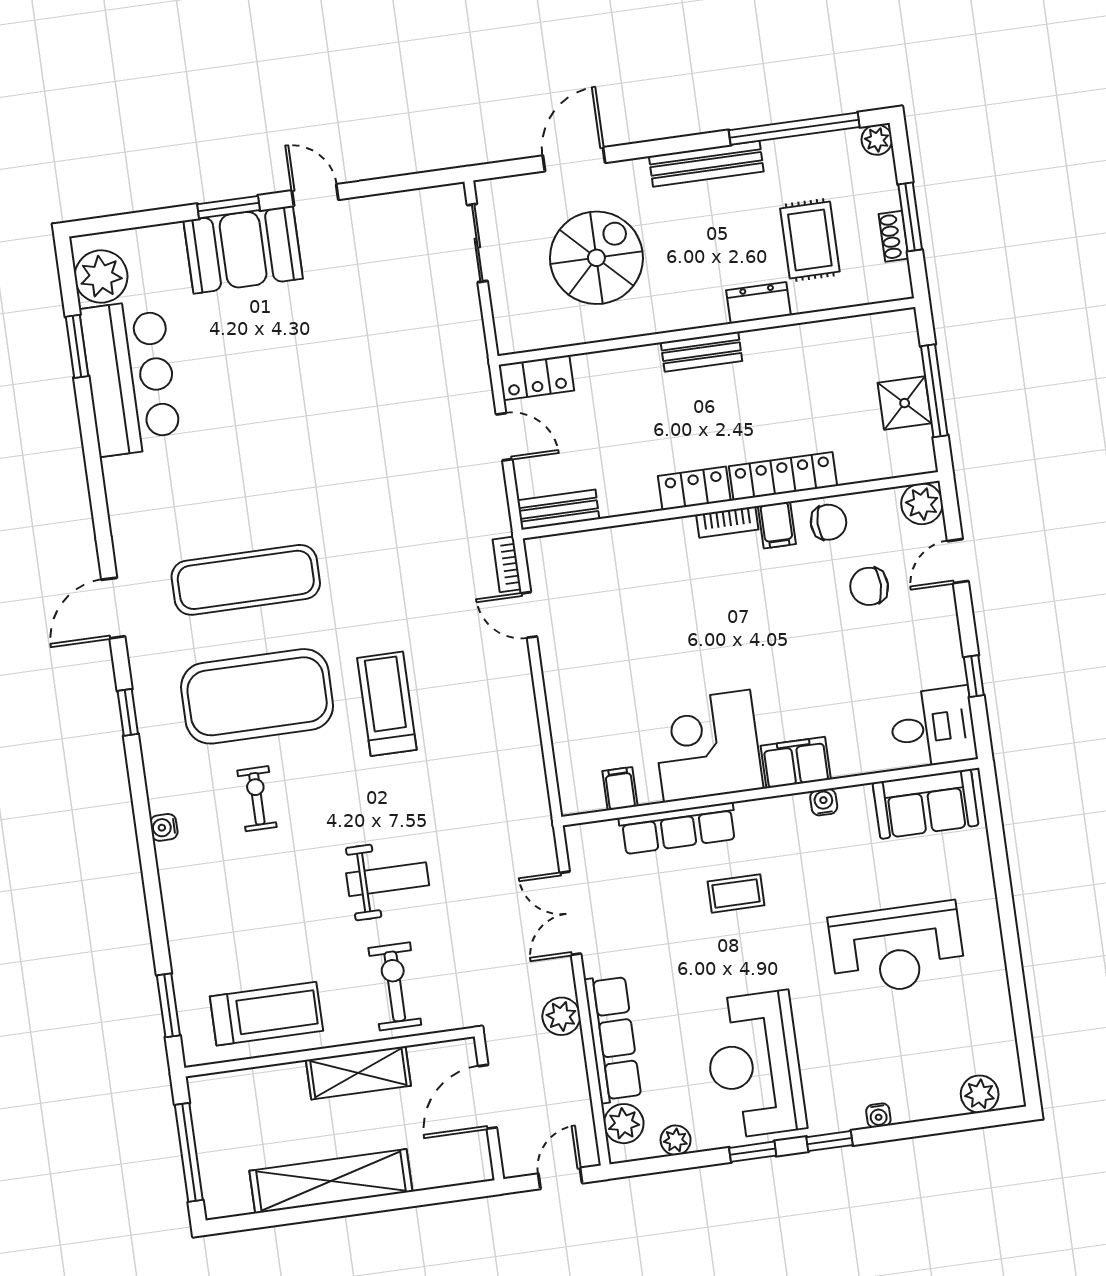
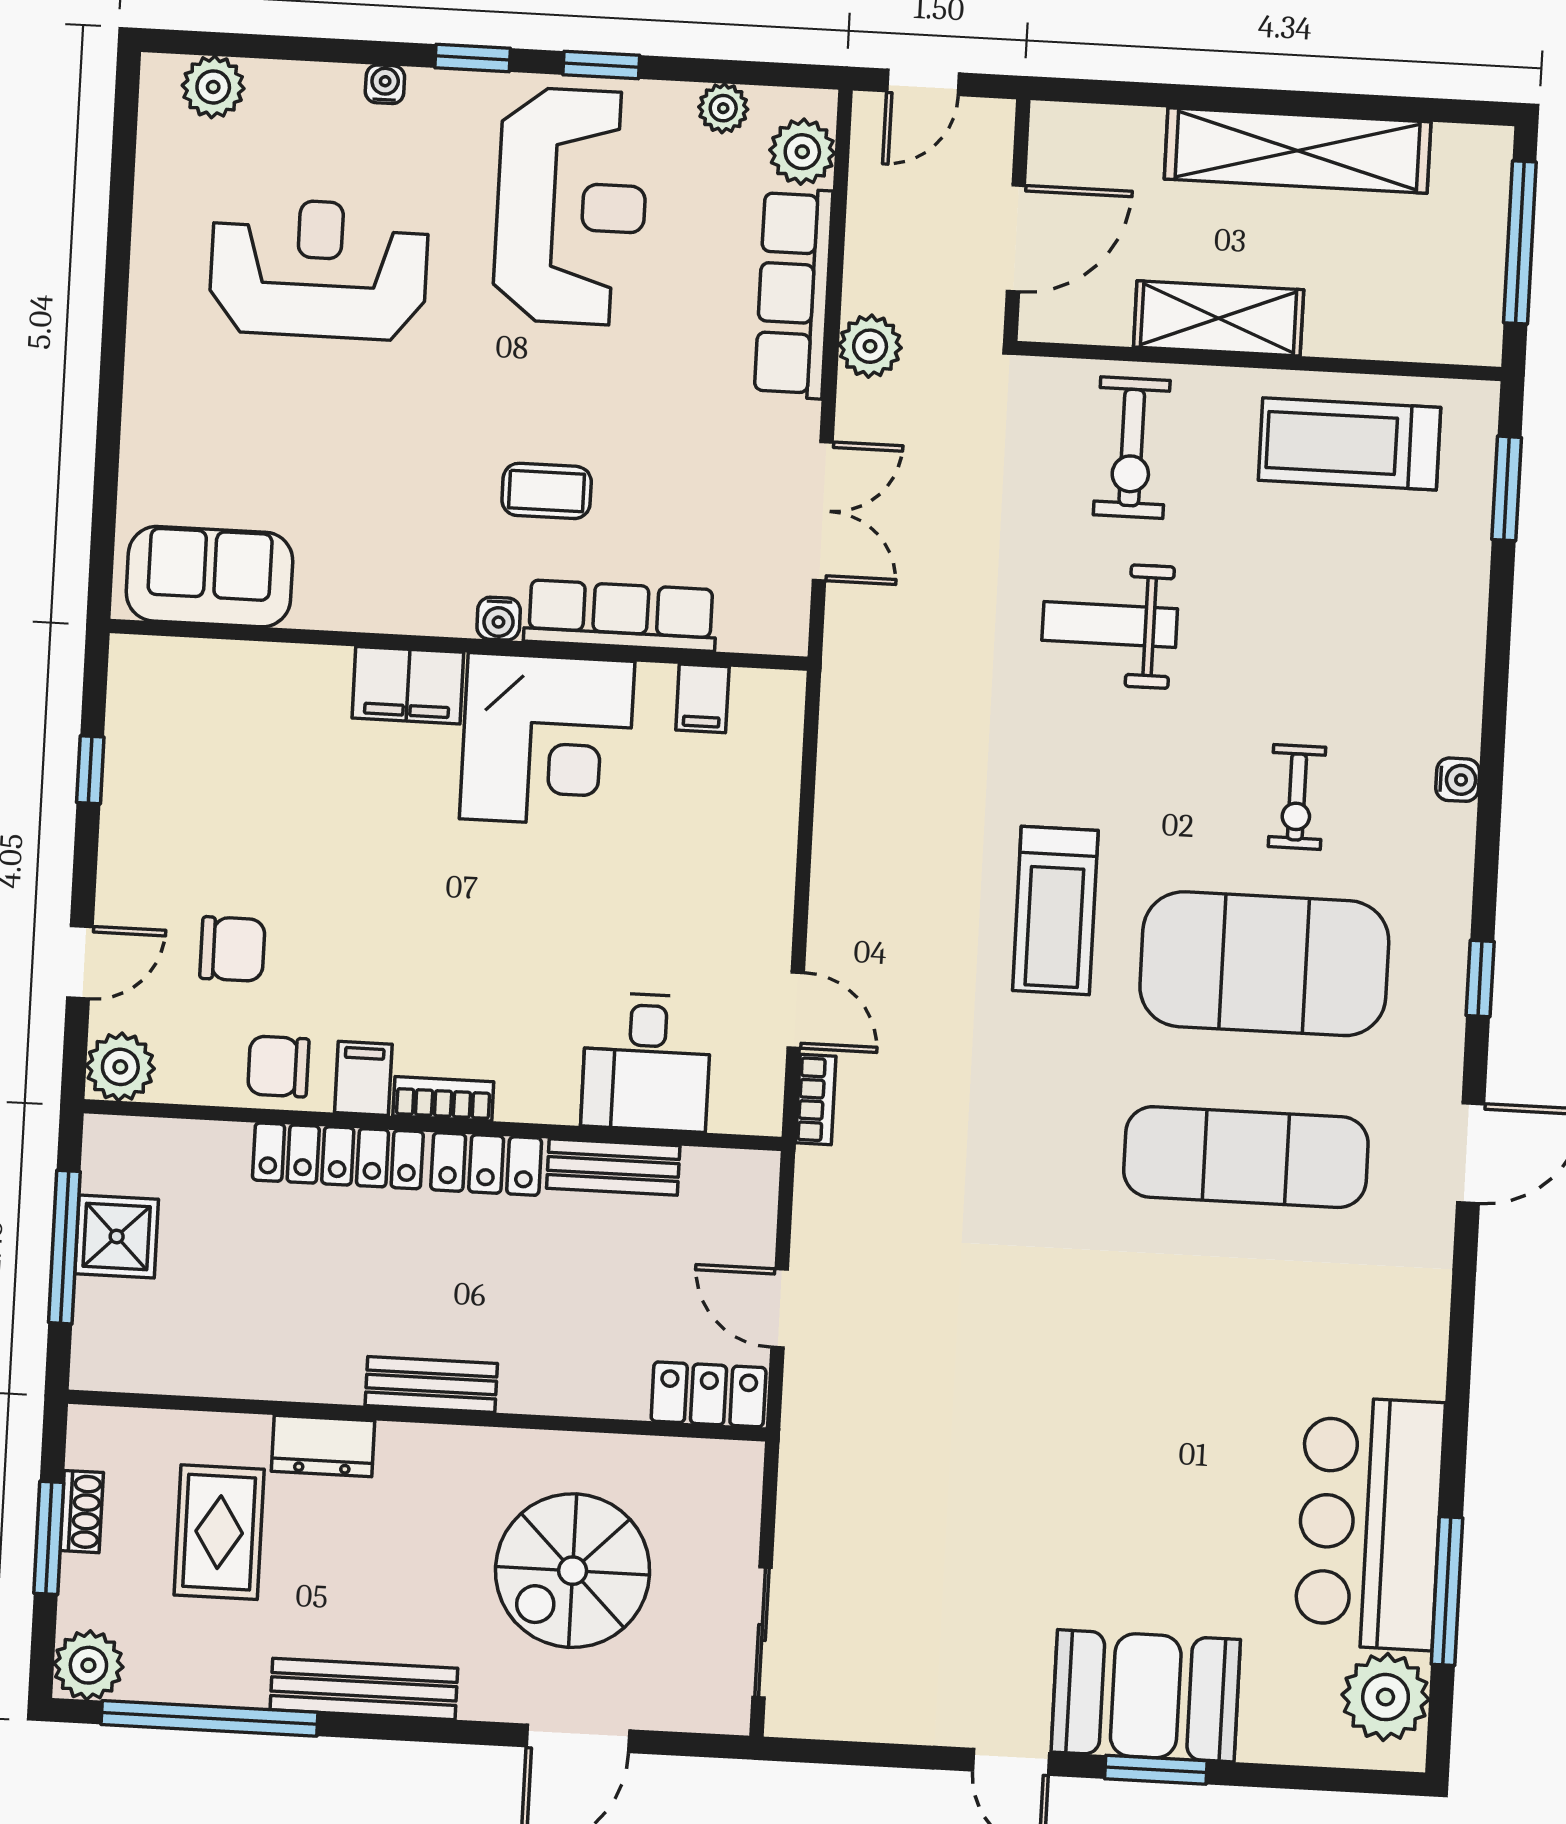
plant: (877, 140) -> (88, 1665), width x1.38, depth x1.38
window: (77, 346) -> (1447, 1591), width x1.44
bench: (558, 510) -> (613, 1167), moved
desk: (933, 727) -> (646, 1062), moved, turned -90
water cooler: (824, 802) -> (499, 619), moved
reception desk: (897, 949) -> (319, 269), moved

